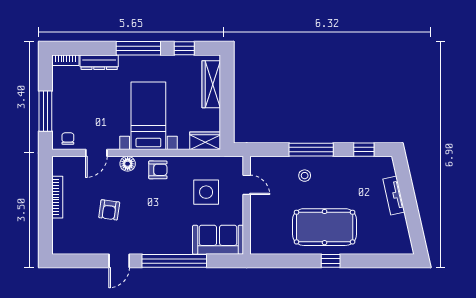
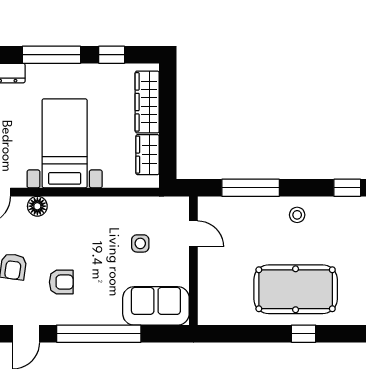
wardrobe: (205, 141) -> (148, 155), moved, turned -90
window: (311, 150) -> (251, 188), moved
armchair: (158, 170) -> (61, 282), moved
stool: (305, 176) -> (297, 215), moved
side table: (206, 192) -> (140, 243), width x0.54, depth x0.54

